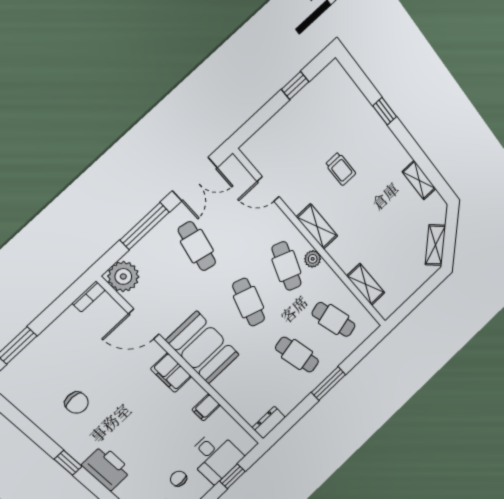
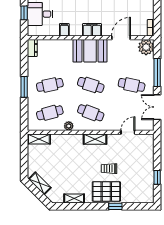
pallet: (375, 143) -> (106, 191), added
plant: (313, 259) -> (69, 126), moved
shelving: (366, 284) -> (39, 139), moved

